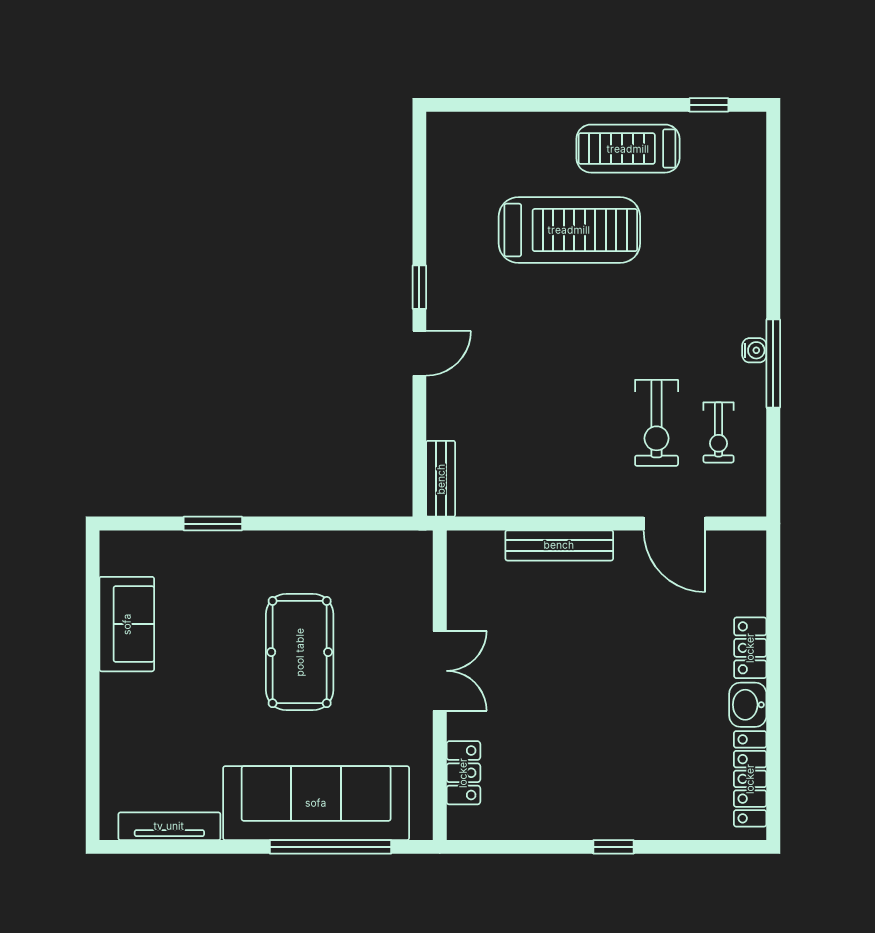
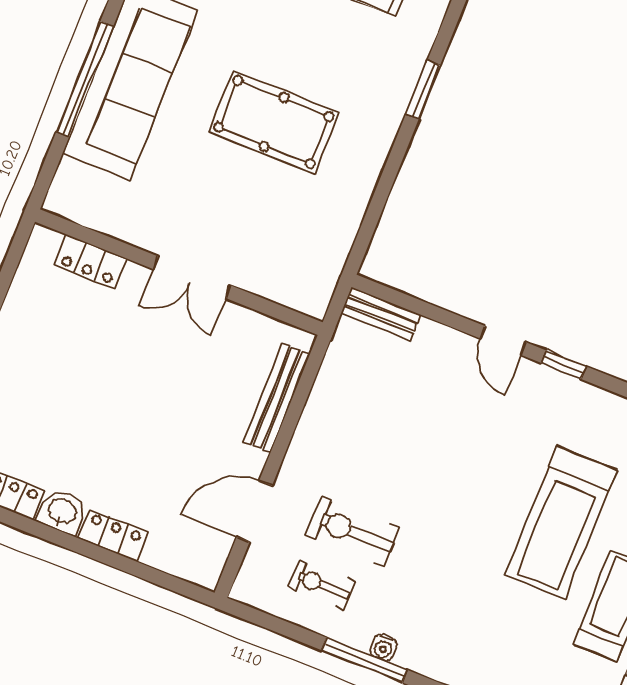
double door: (440, 671) -> (192, 277), moved
wall: (440, 685) -> (179, 272), moved
locker: (463, 773) -> (90, 262), moved

